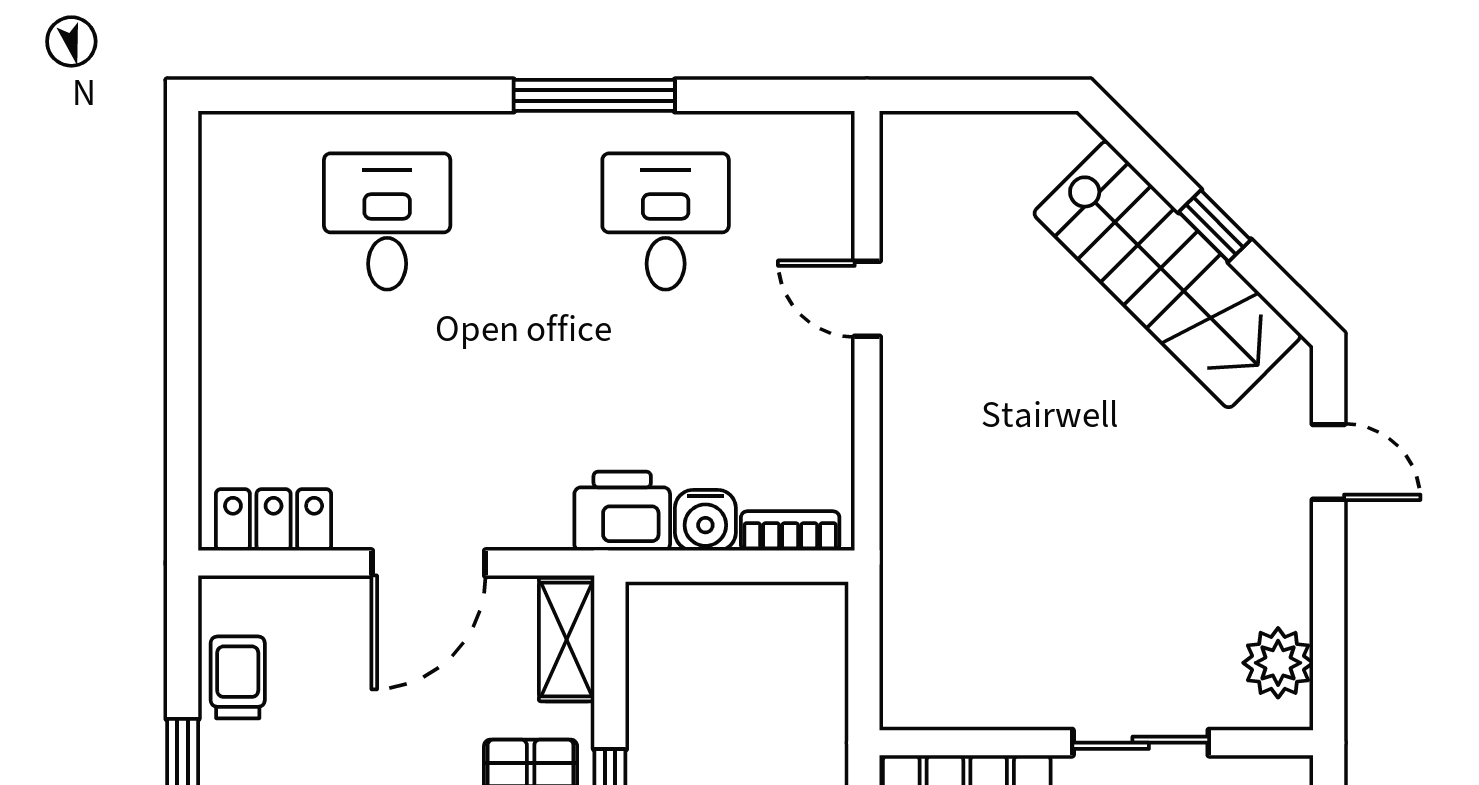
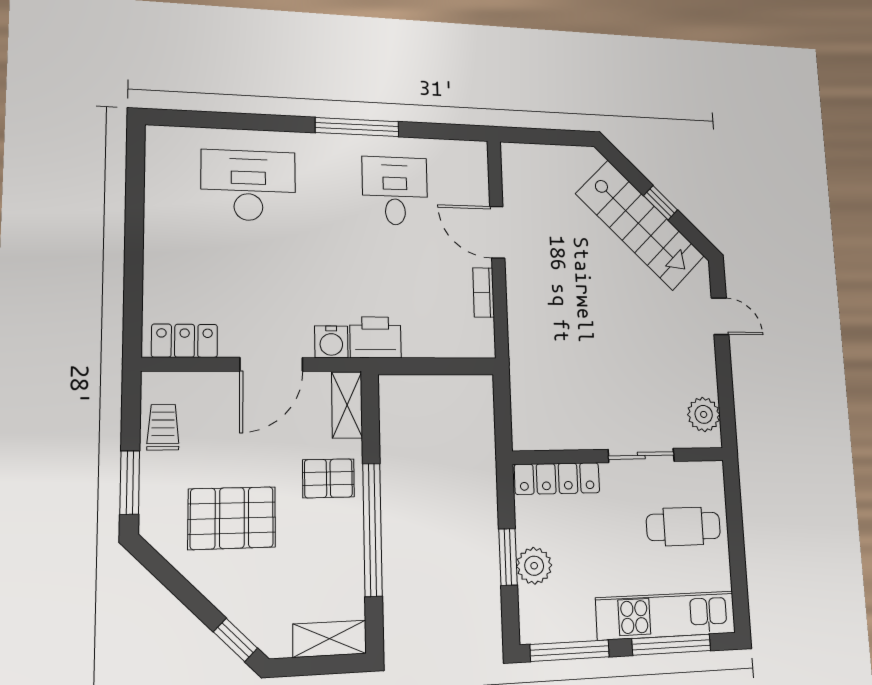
desk: (387, 221) -> (248, 185), width x1.37
door: (867, 299) -> (497, 232), width x1.38
water cooler: (705, 520) -> (331, 342), moved
bookcase: (790, 531) -> (484, 293), moved, turned -90

